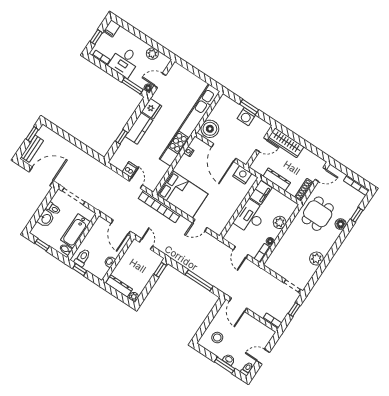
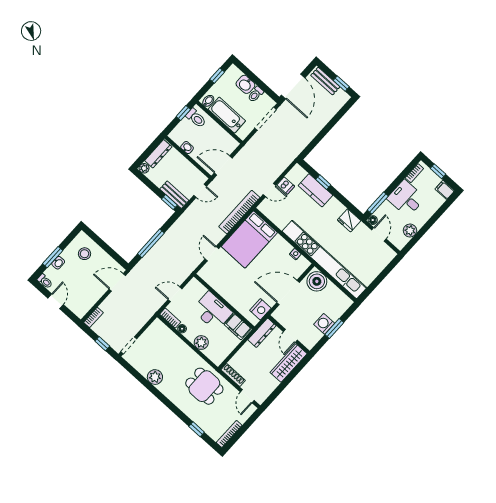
kitchen counter: (139, 128) -> (315, 190), moved
dresser: (277, 179) -> (262, 333), moved
floor lamp: (341, 224) -> (189, 410), removed
bench: (153, 266) -> (174, 195), added

